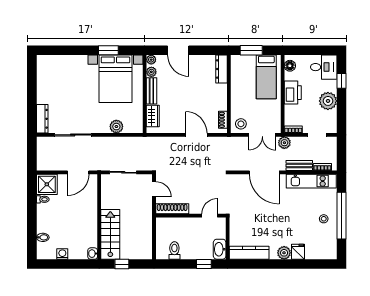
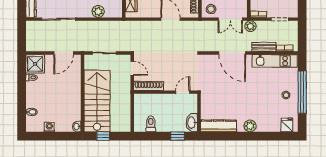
stairs: (110, 234) -> (97, 101), width x1.36, depth x1.51
fridge: (298, 252) -> (287, 125), moved

